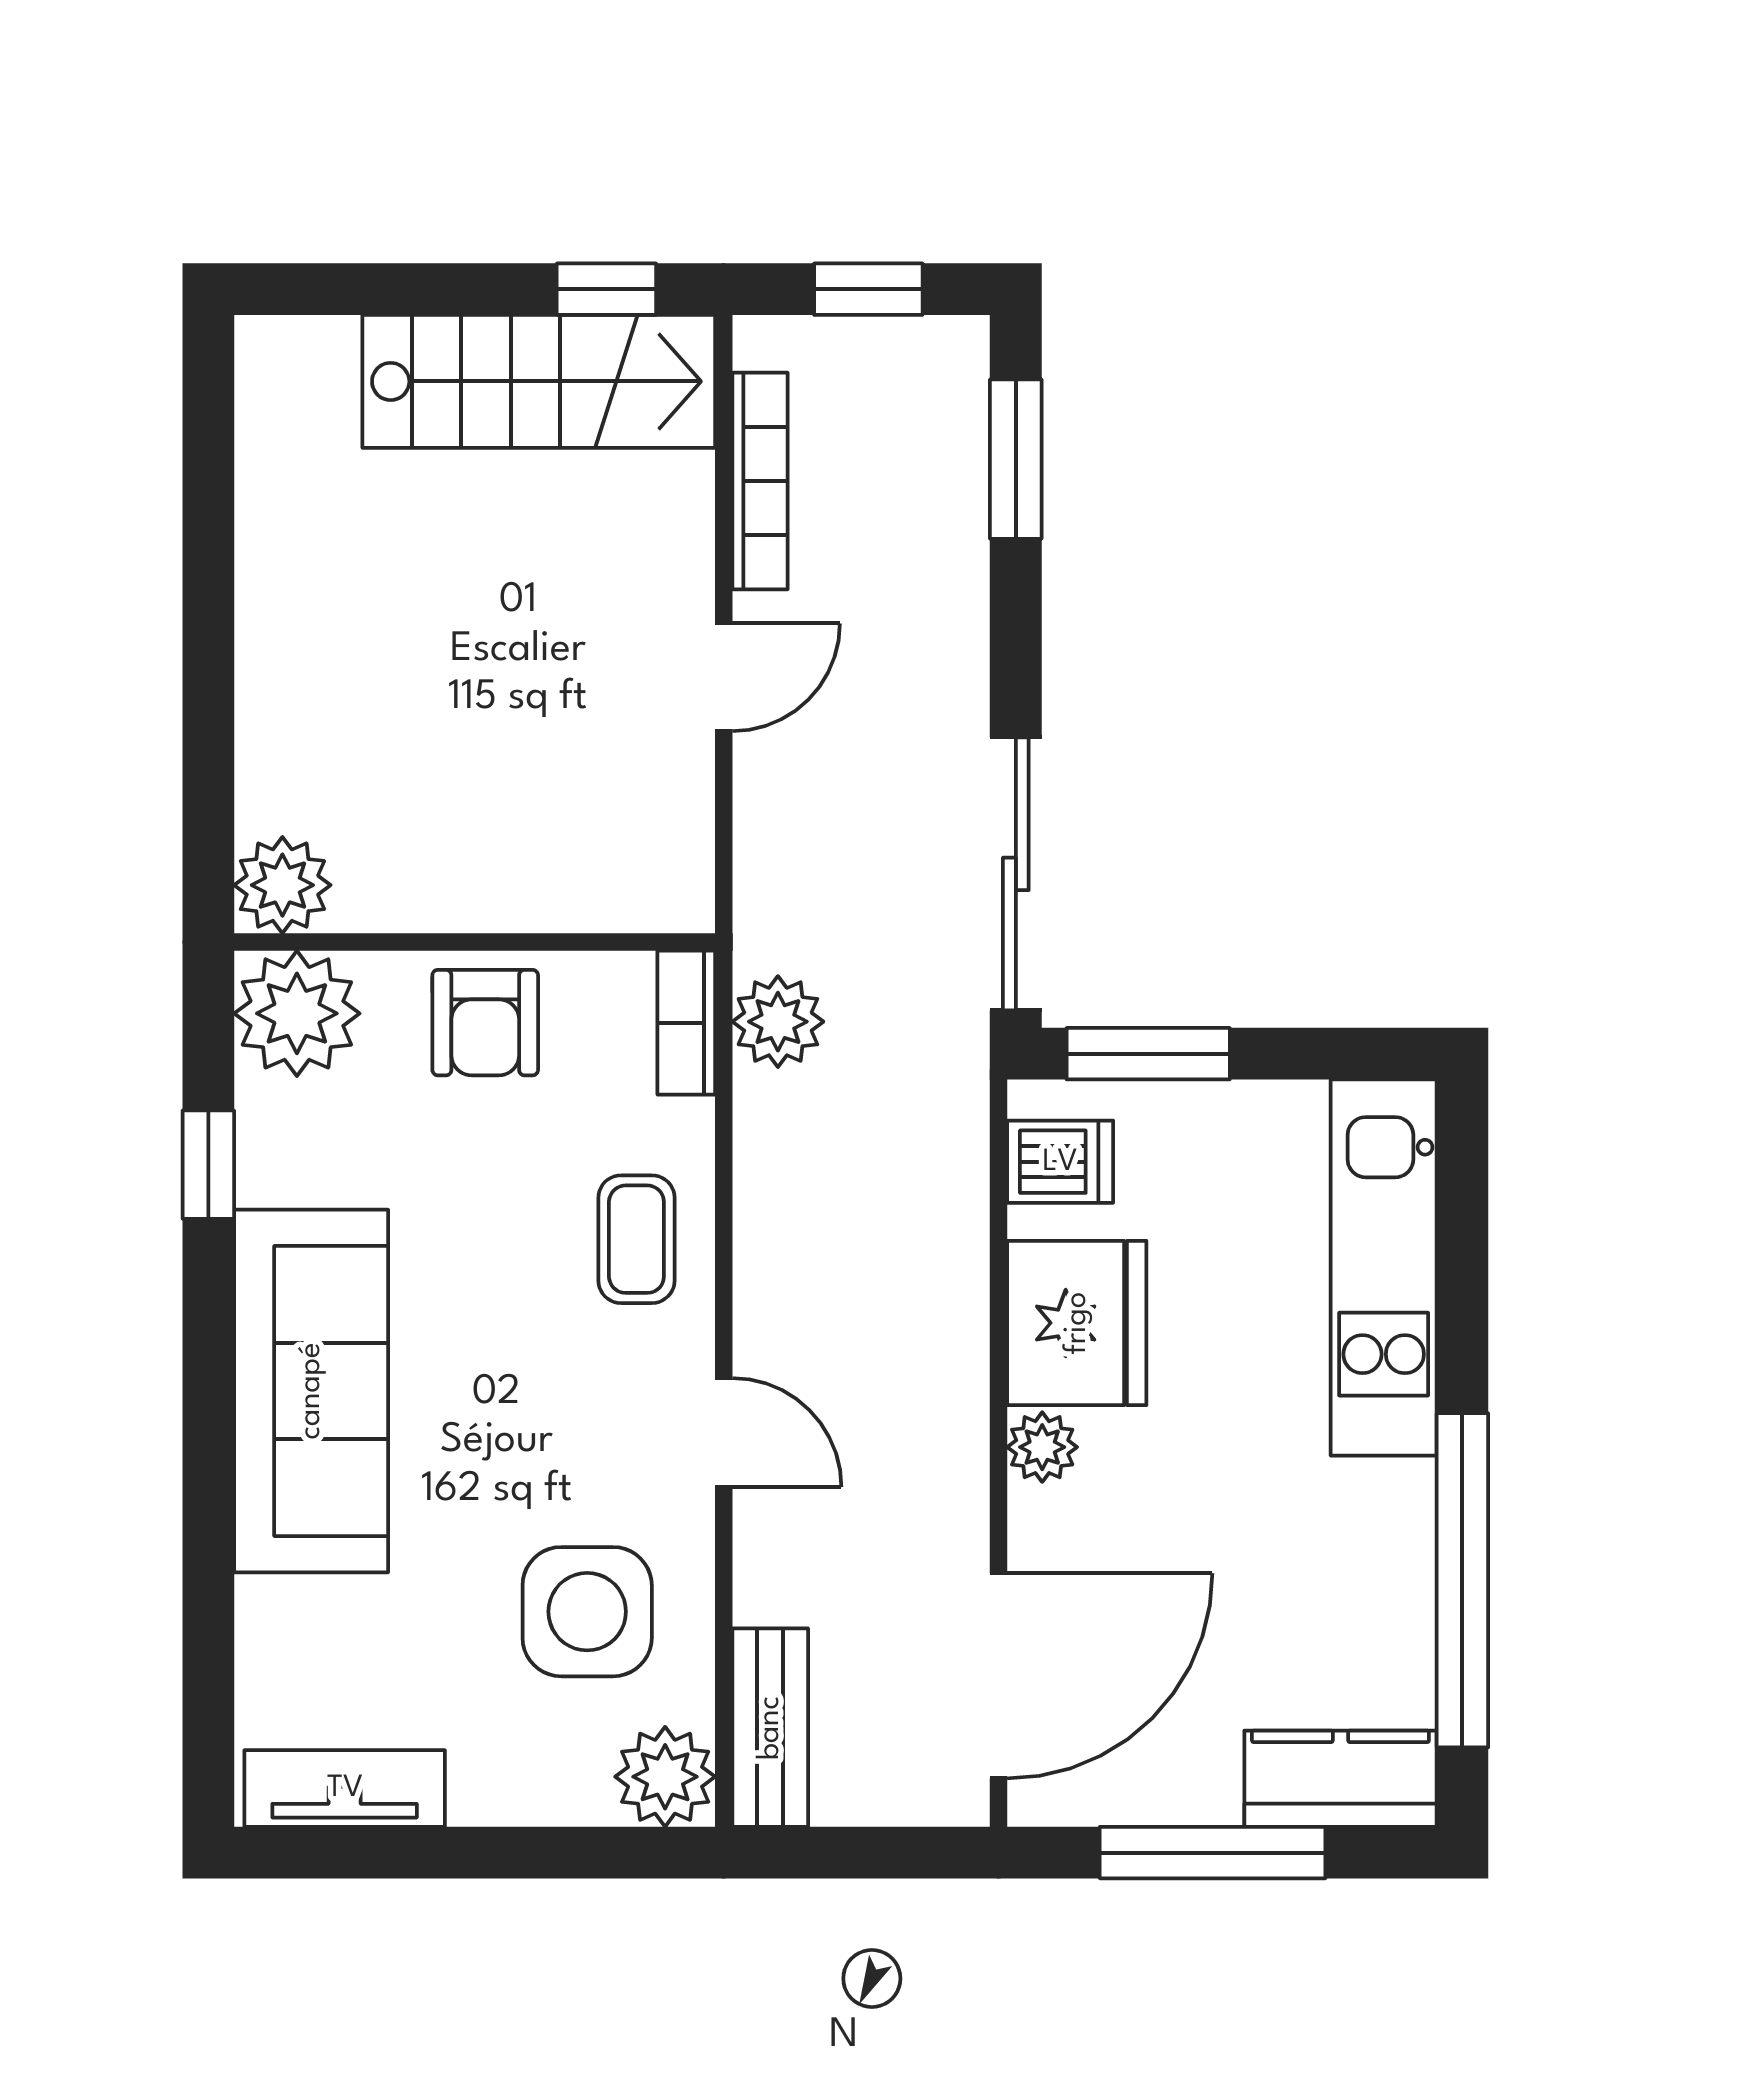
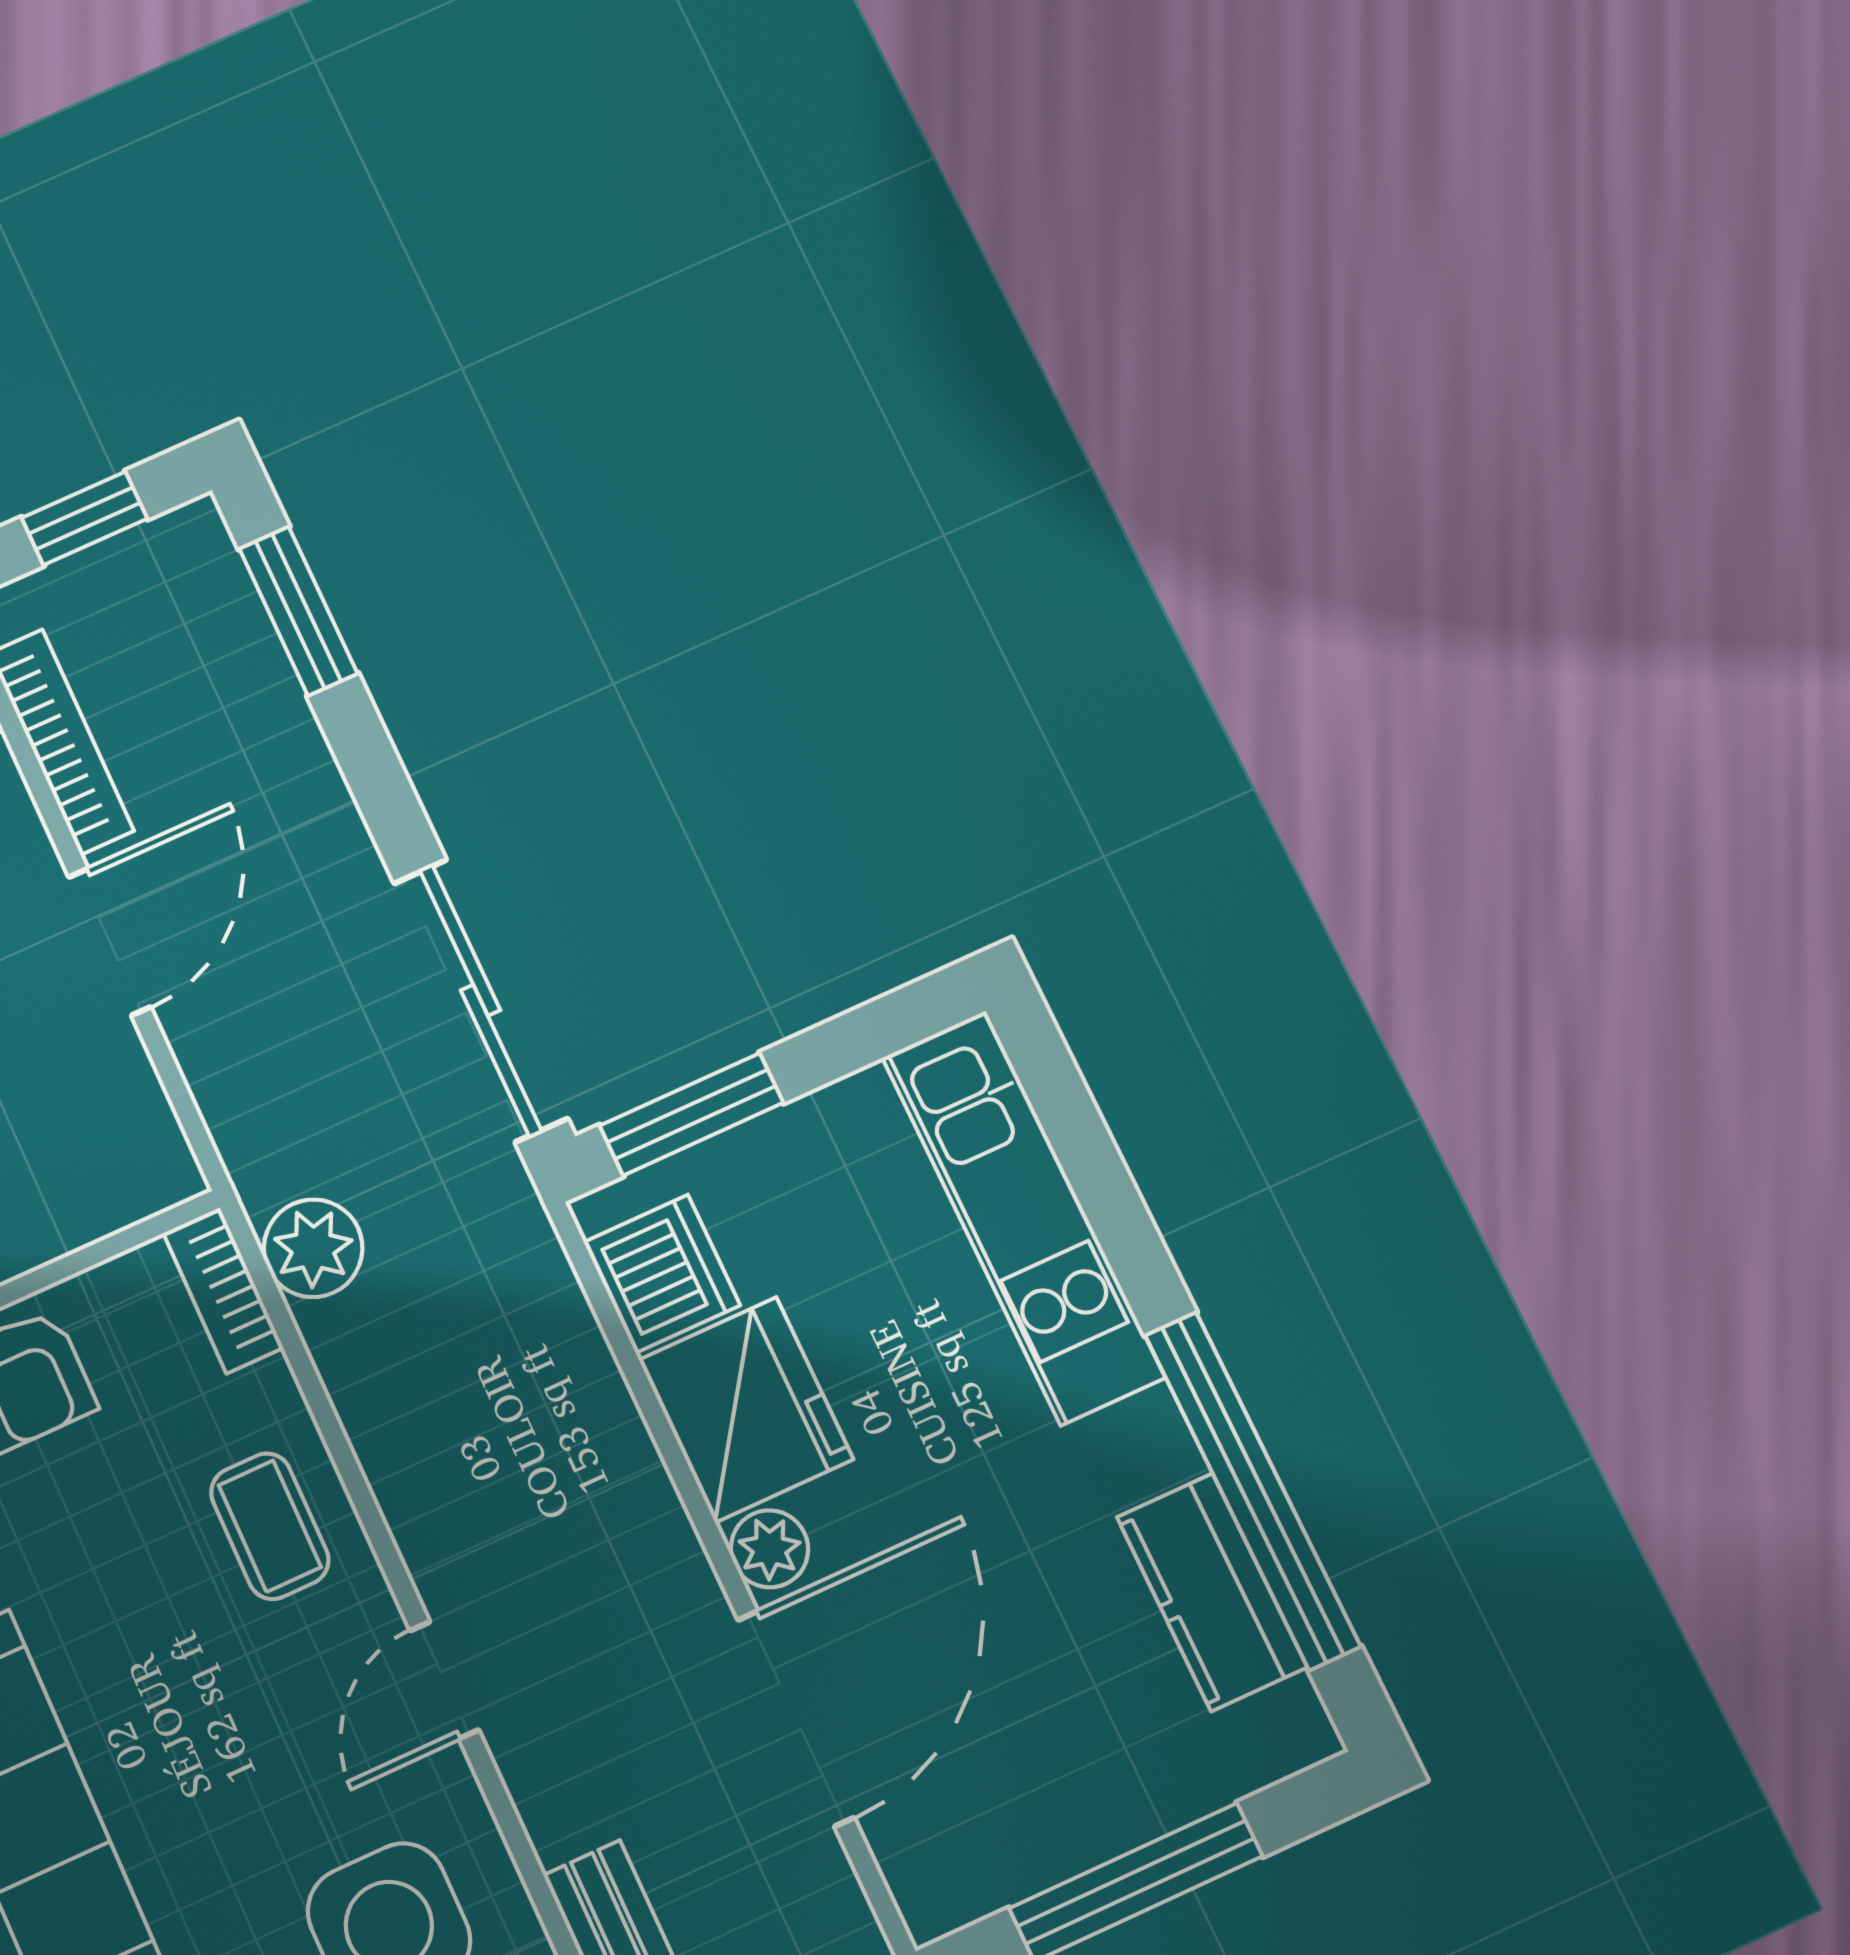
door: (724, 677) -> (110, 942), width x1.38
dishwasher: (1060, 1162) -> (662, 1274), width x1.38
door: (724, 1433) -> (444, 1680), swing flipped
door: (999, 1676) -> (796, 1718), moved
kitchen counter: (1340, 1779) -> (1212, 1592), moved, turned -90

